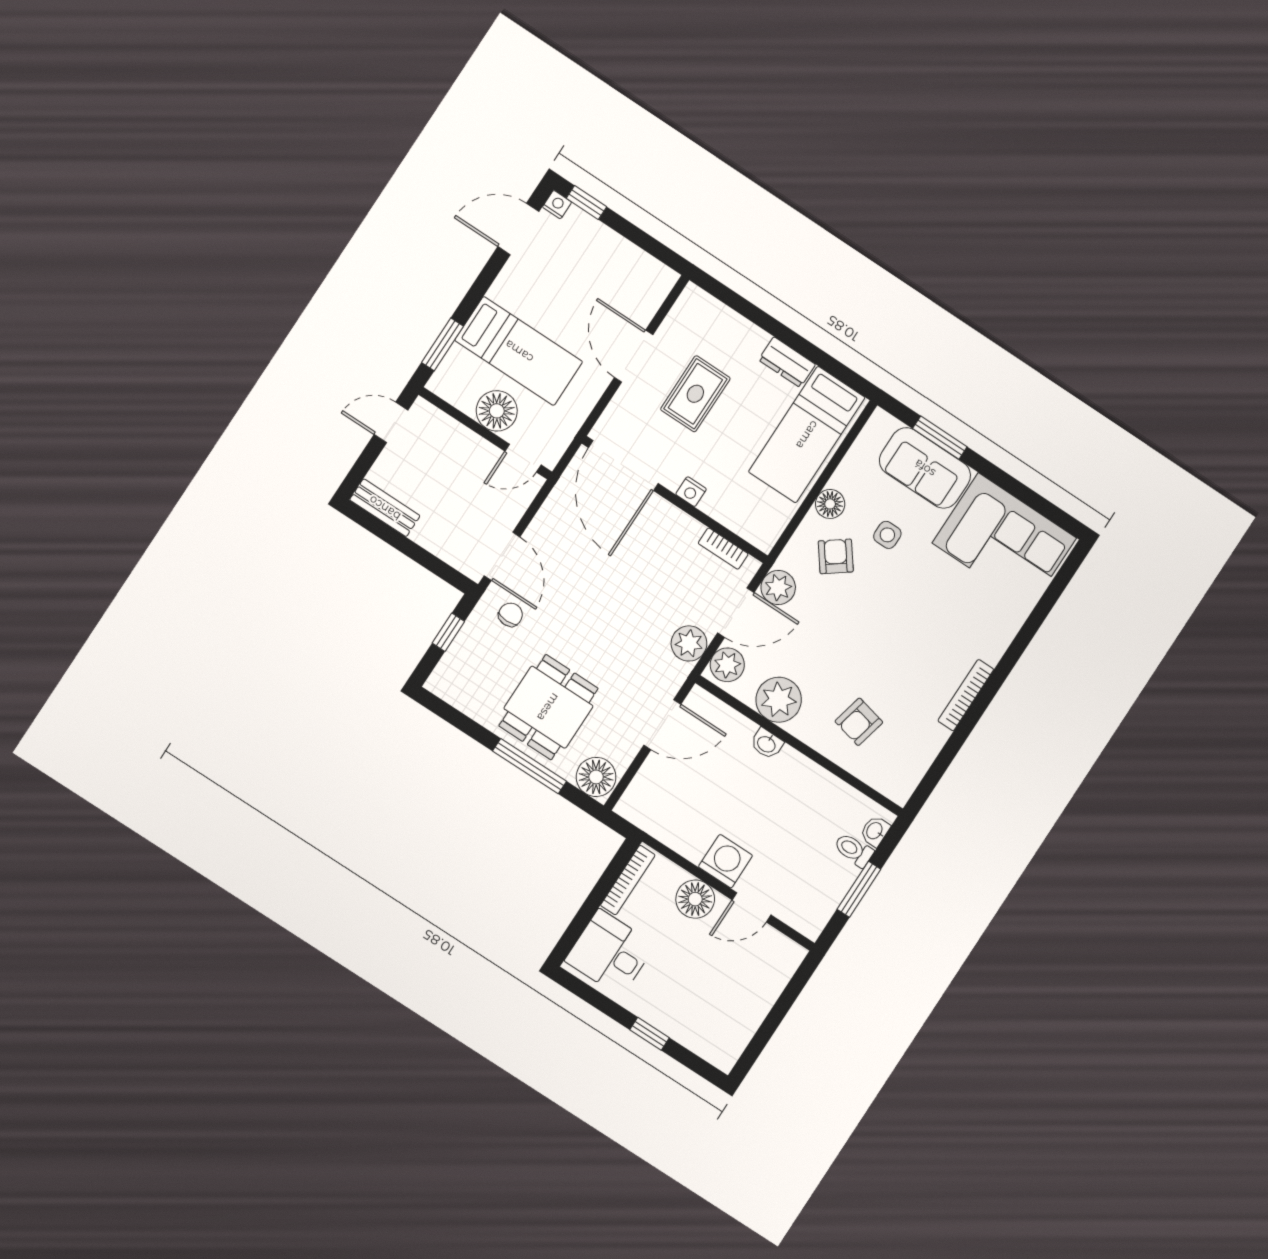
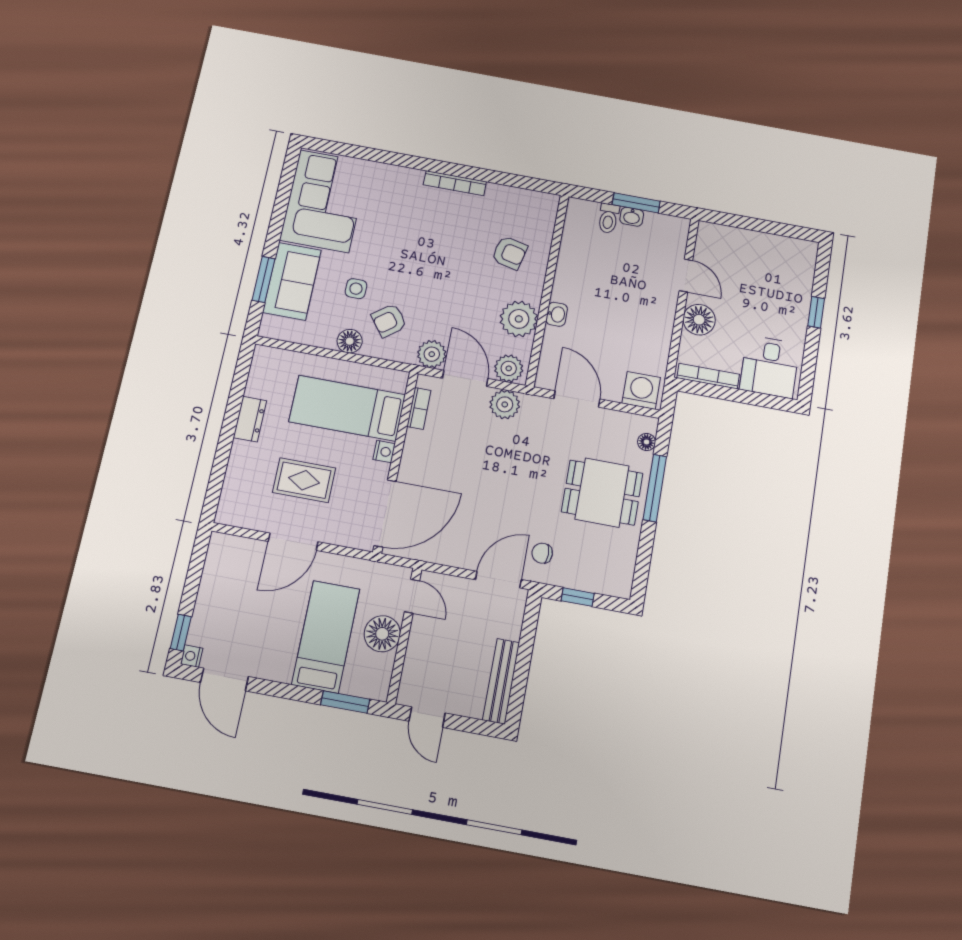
bed: (807, 435) -> (347, 408), moved, turned 180
bench: (385, 508) -> (501, 681), width x1.36
floor lamp: (596, 777) -> (647, 442), width x0.53, depth x0.53
washbasin: (875, 831) -> (632, 217), moved
washing machine: (725, 861) -> (641, 390), moved, turned 90

